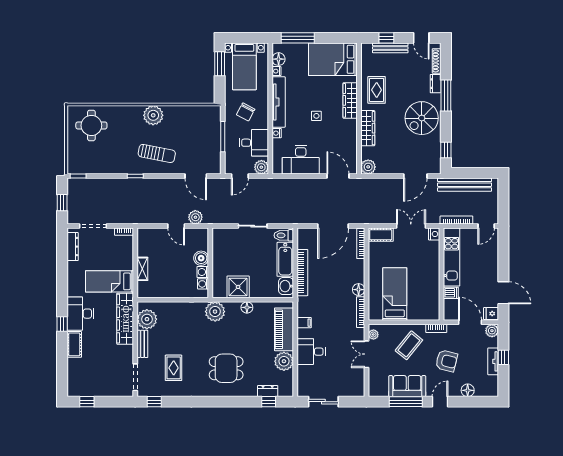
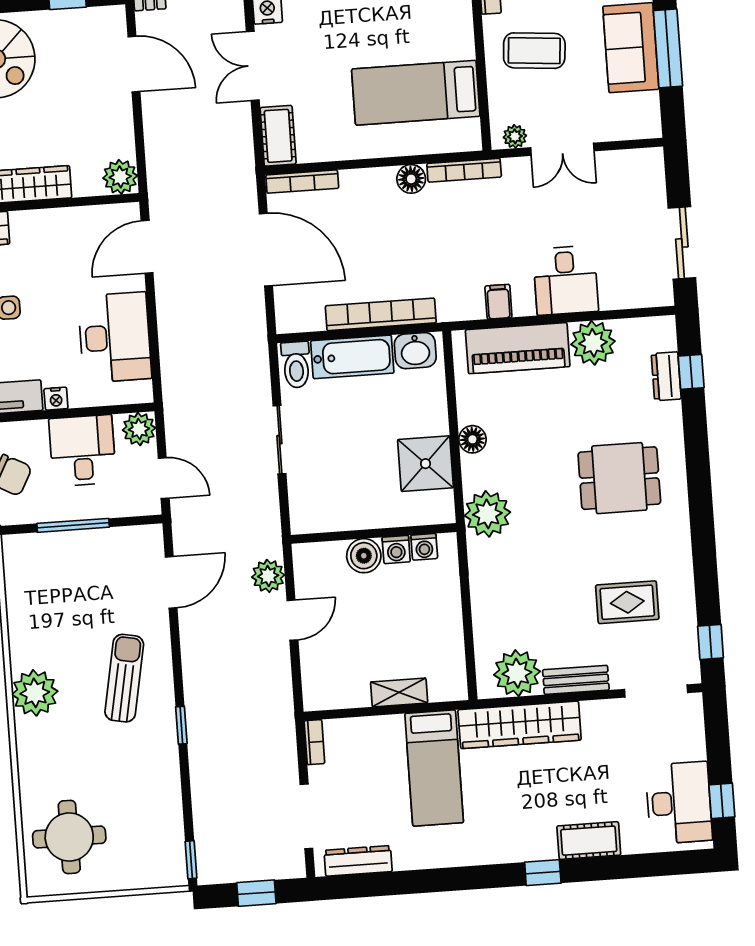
desk: (80, 314) -> (679, 803), moved, turned -90
coffee table: (409, 345) -> (534, 51), turned -34
dining table: (226, 368) -> (619, 478), turned 90

